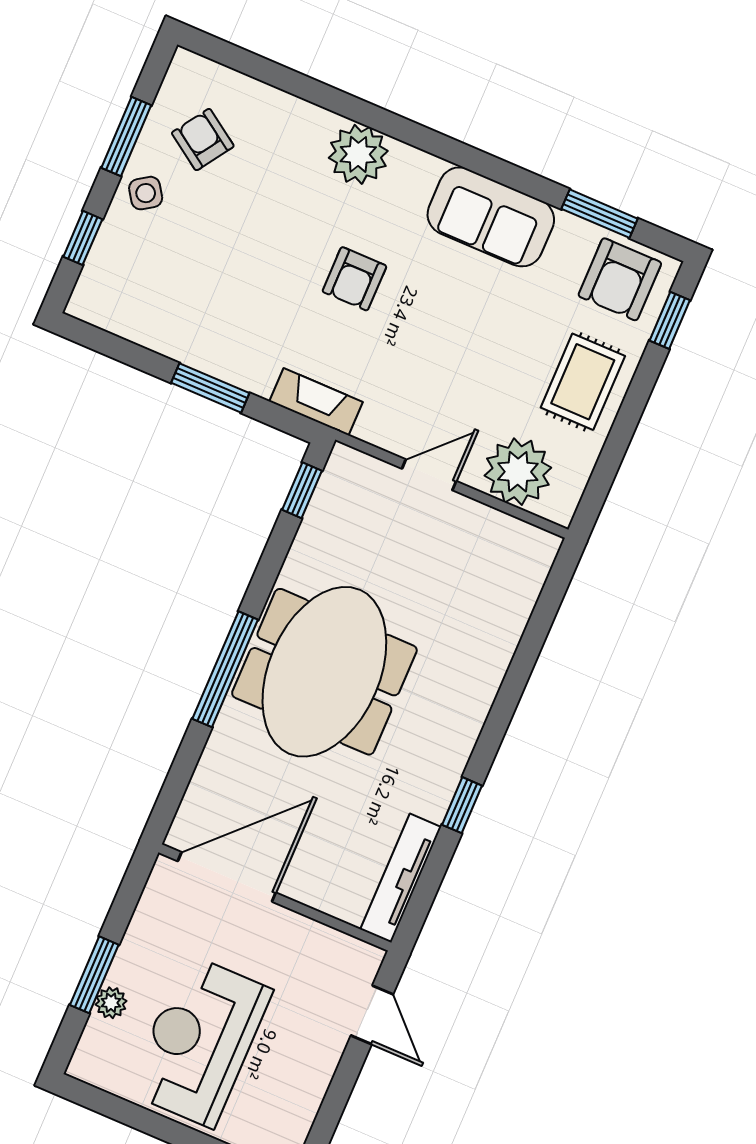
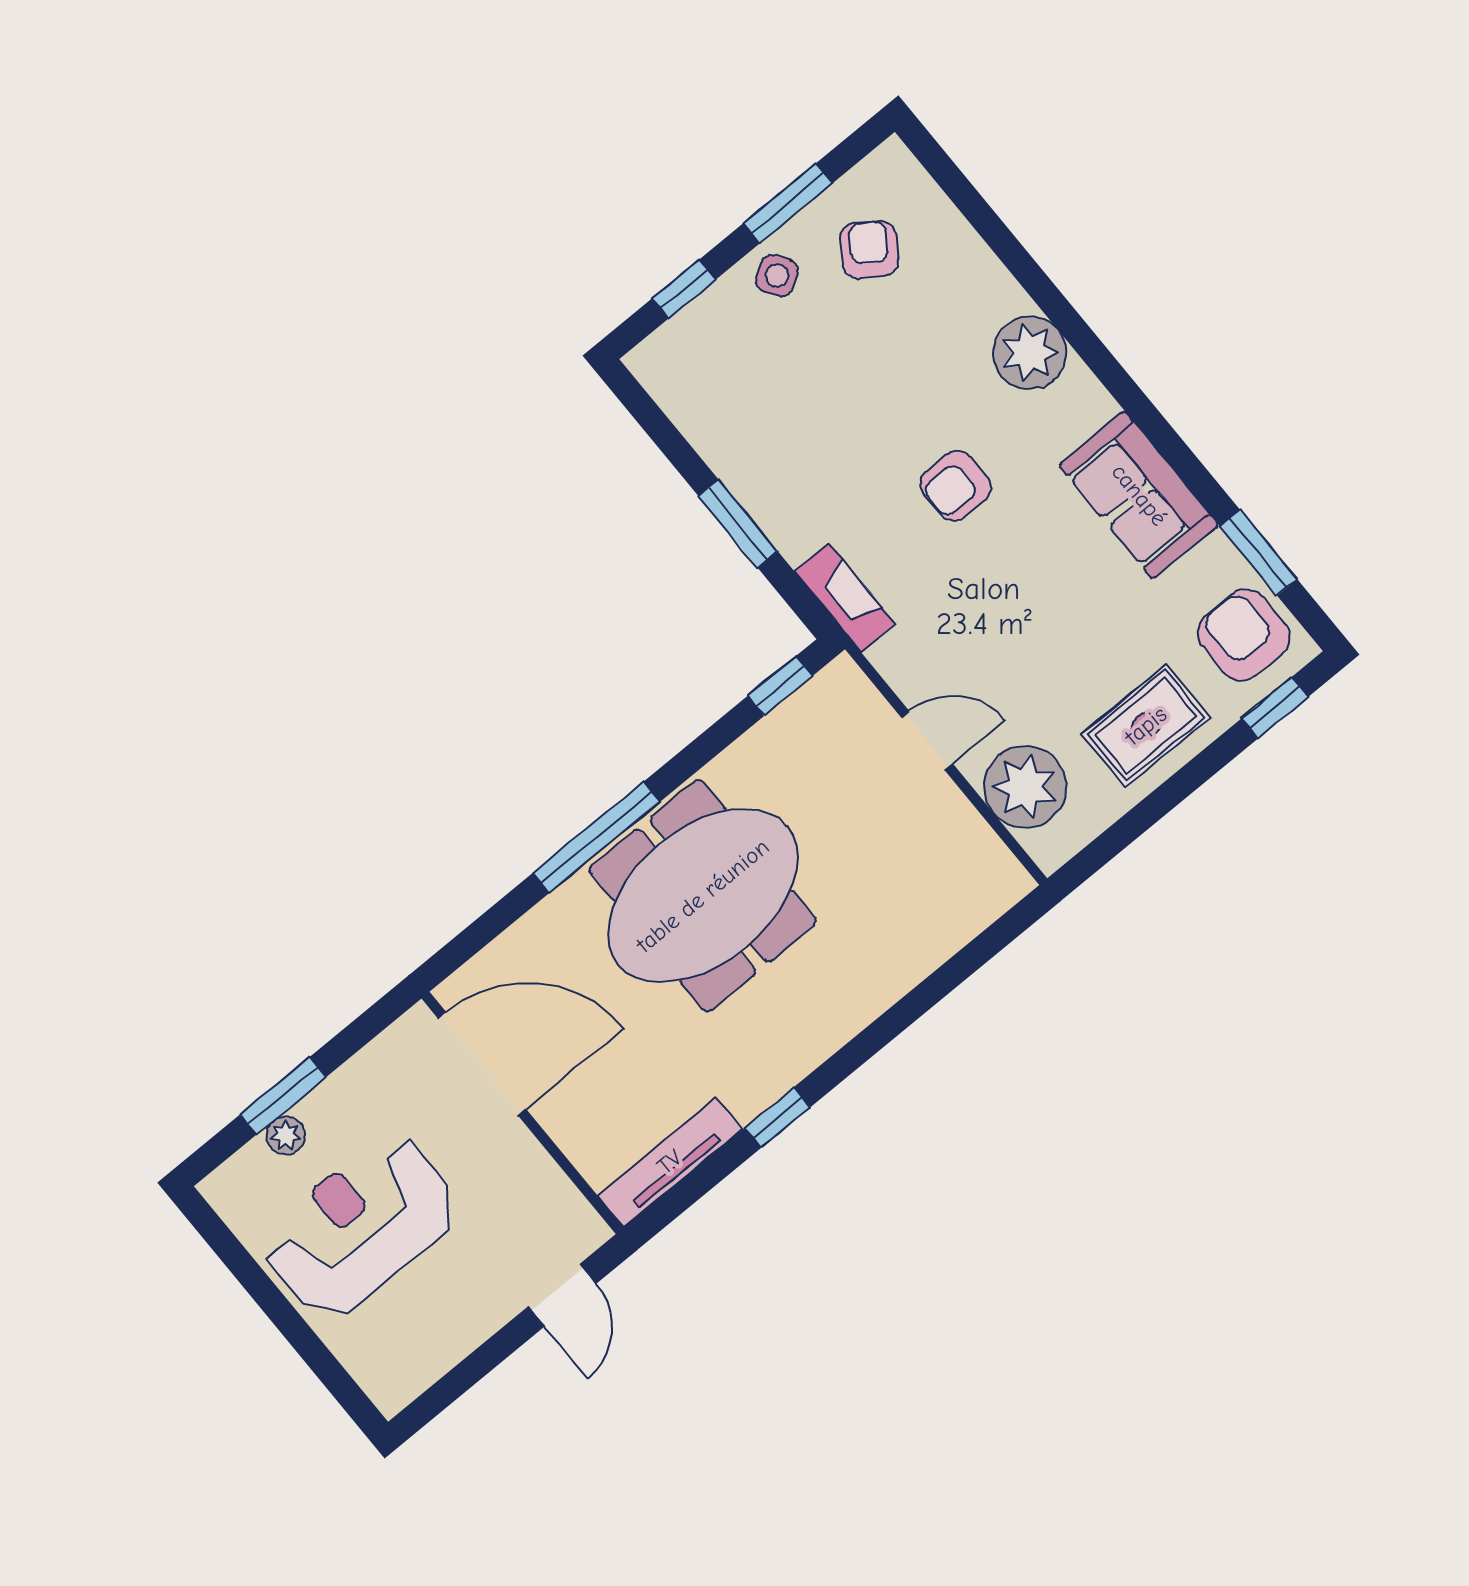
armchair: (620, 279) -> (1244, 635), turned 90

